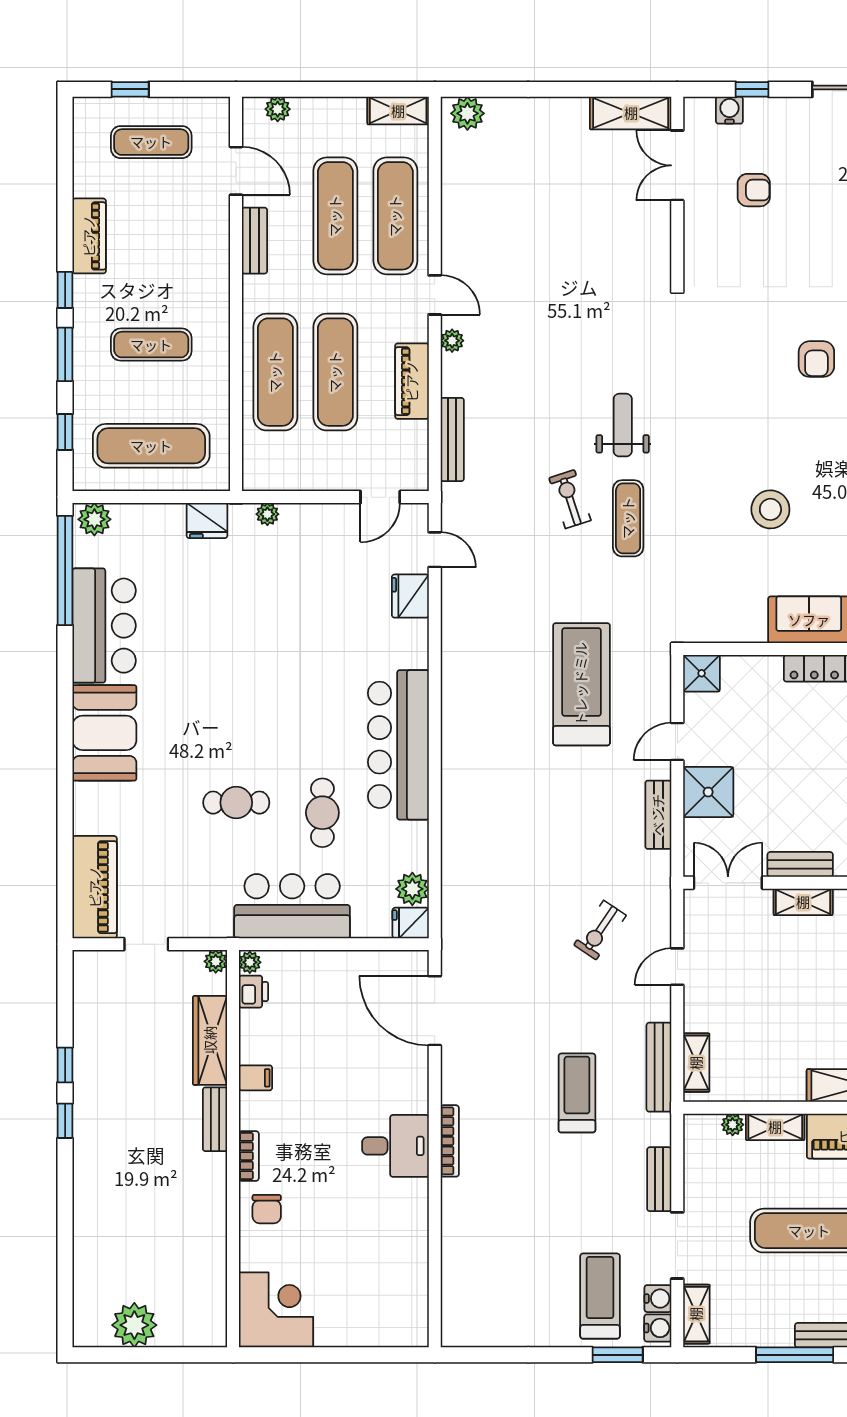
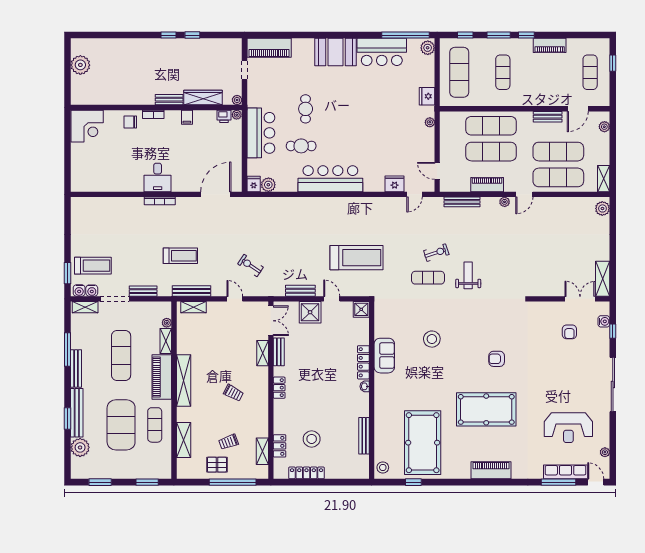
weight bench: (623, 425) -> (468, 275), turned -90

